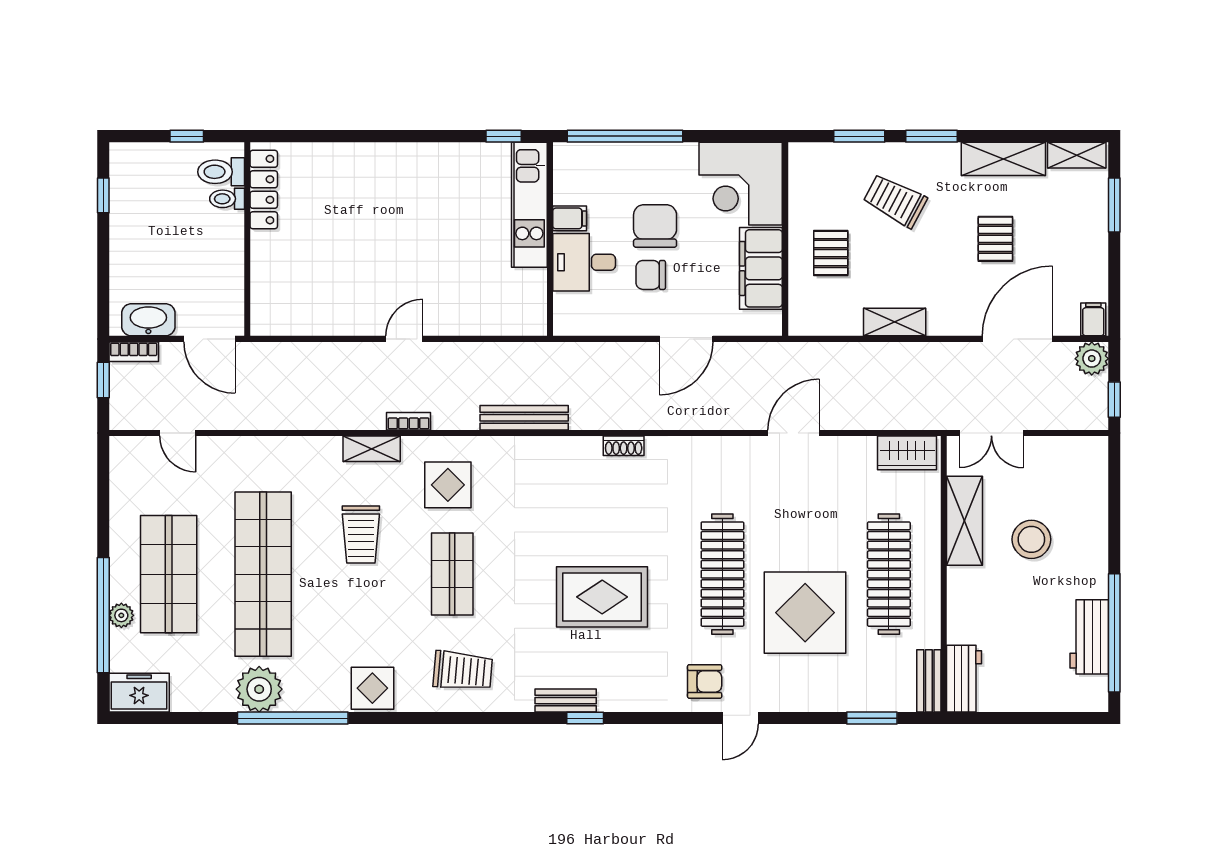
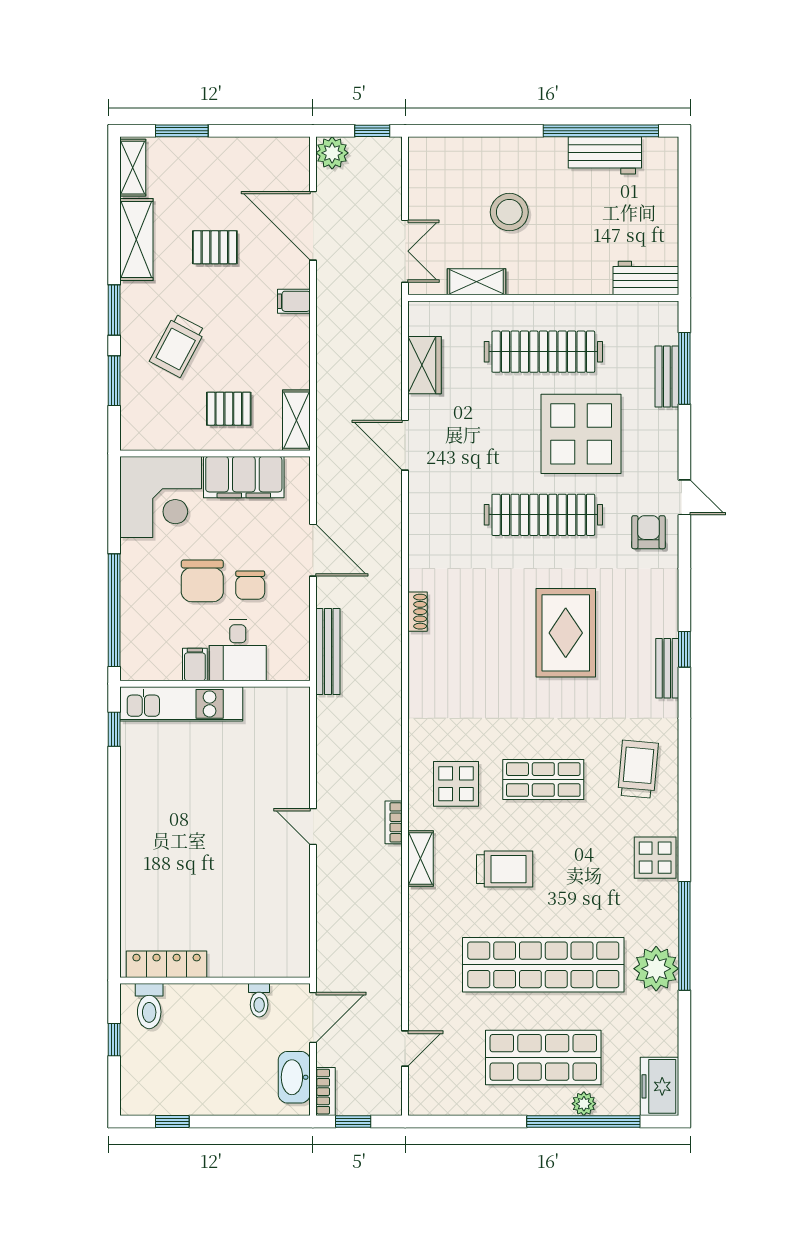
toilet: (227, 199) -> (259, 1000), moved
chair: (655, 226) -> (202, 581), turned -90
filing cabinet: (1093, 319) -> (294, 301), moved
shelving: (895, 322) -> (296, 420), moved
bench: (524, 418) -> (328, 651), moved
wardrobe: (907, 453) -> (425, 365), moved
shelving: (965, 521) -> (477, 282), width x0.67, depth x0.75
bench: (929, 681) -> (667, 376), moved, turned 90
window: (872, 718) -> (684, 368), width x1.44

